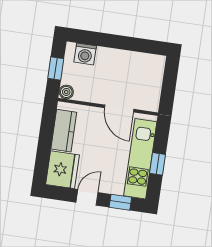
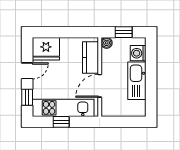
kitchen sink: (120, 61) -> (137, 81), added
kitchen counter: (64, 131) -> (90, 58), moved, turned 90
door: (87, 197) -> (27, 71), hinge flipped

